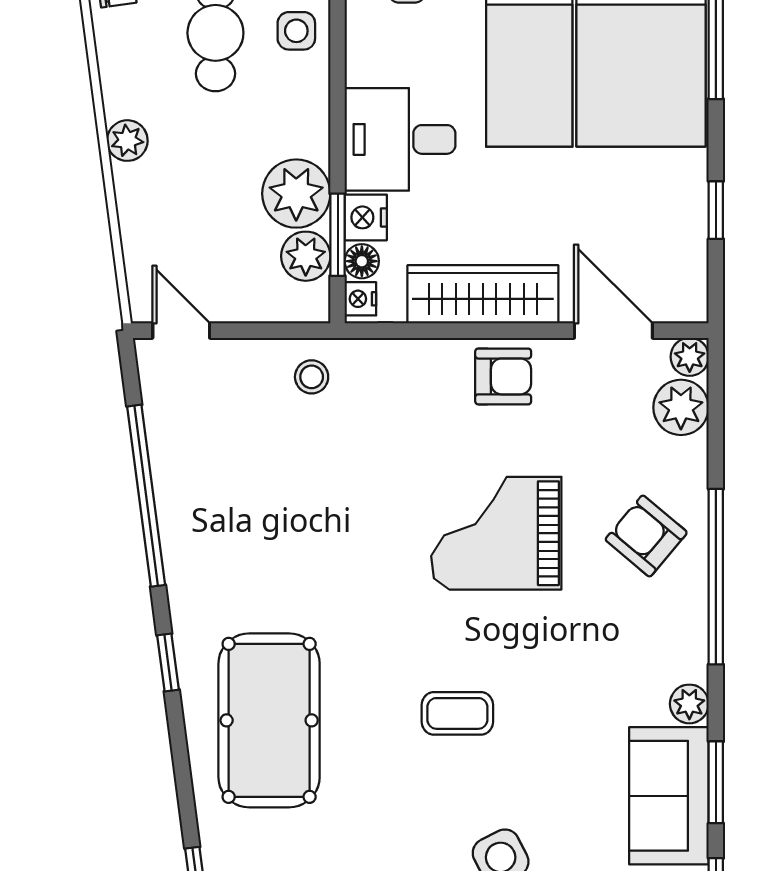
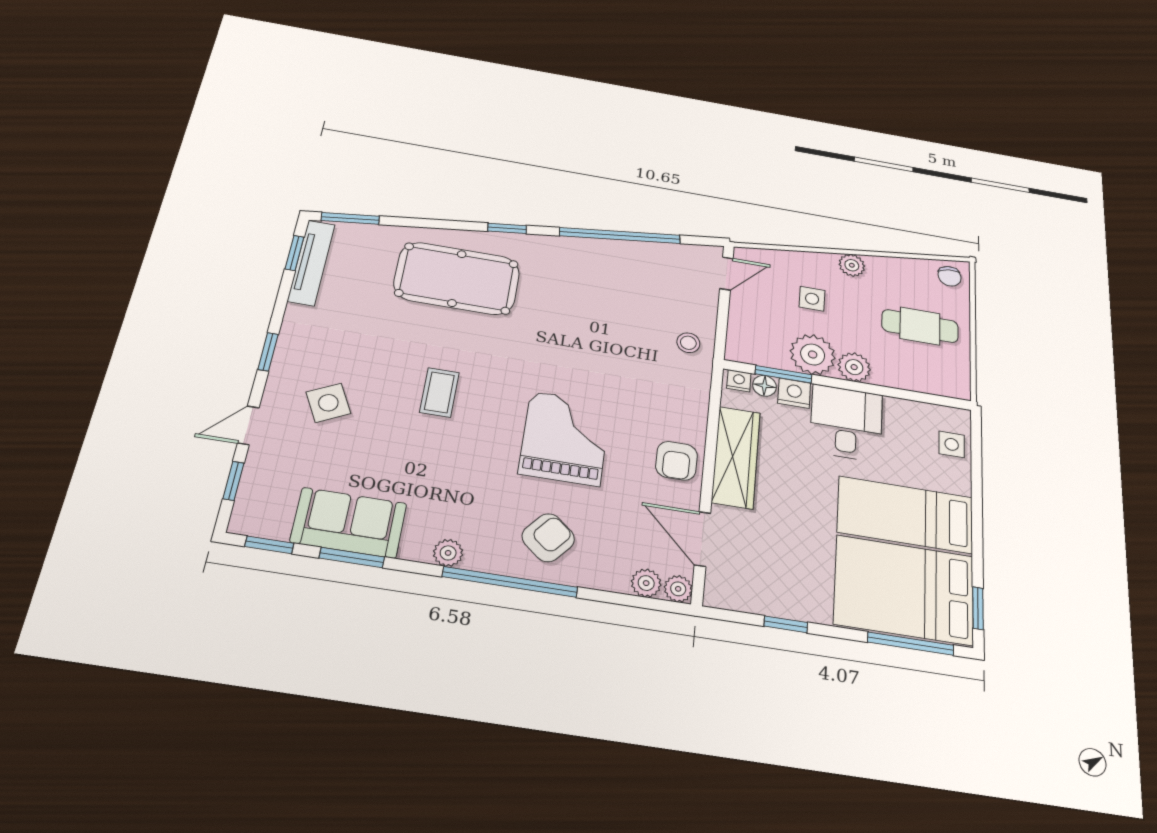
side table: (296, 31) -> (812, 299), moved
plant: (306, 256) -> (854, 367), moved
door: (613, 331) -> (702, 539), swing flipped
plant: (681, 407) -> (646, 583), width x0.73, depth x0.73
plant: (689, 704) -> (448, 553), moved

